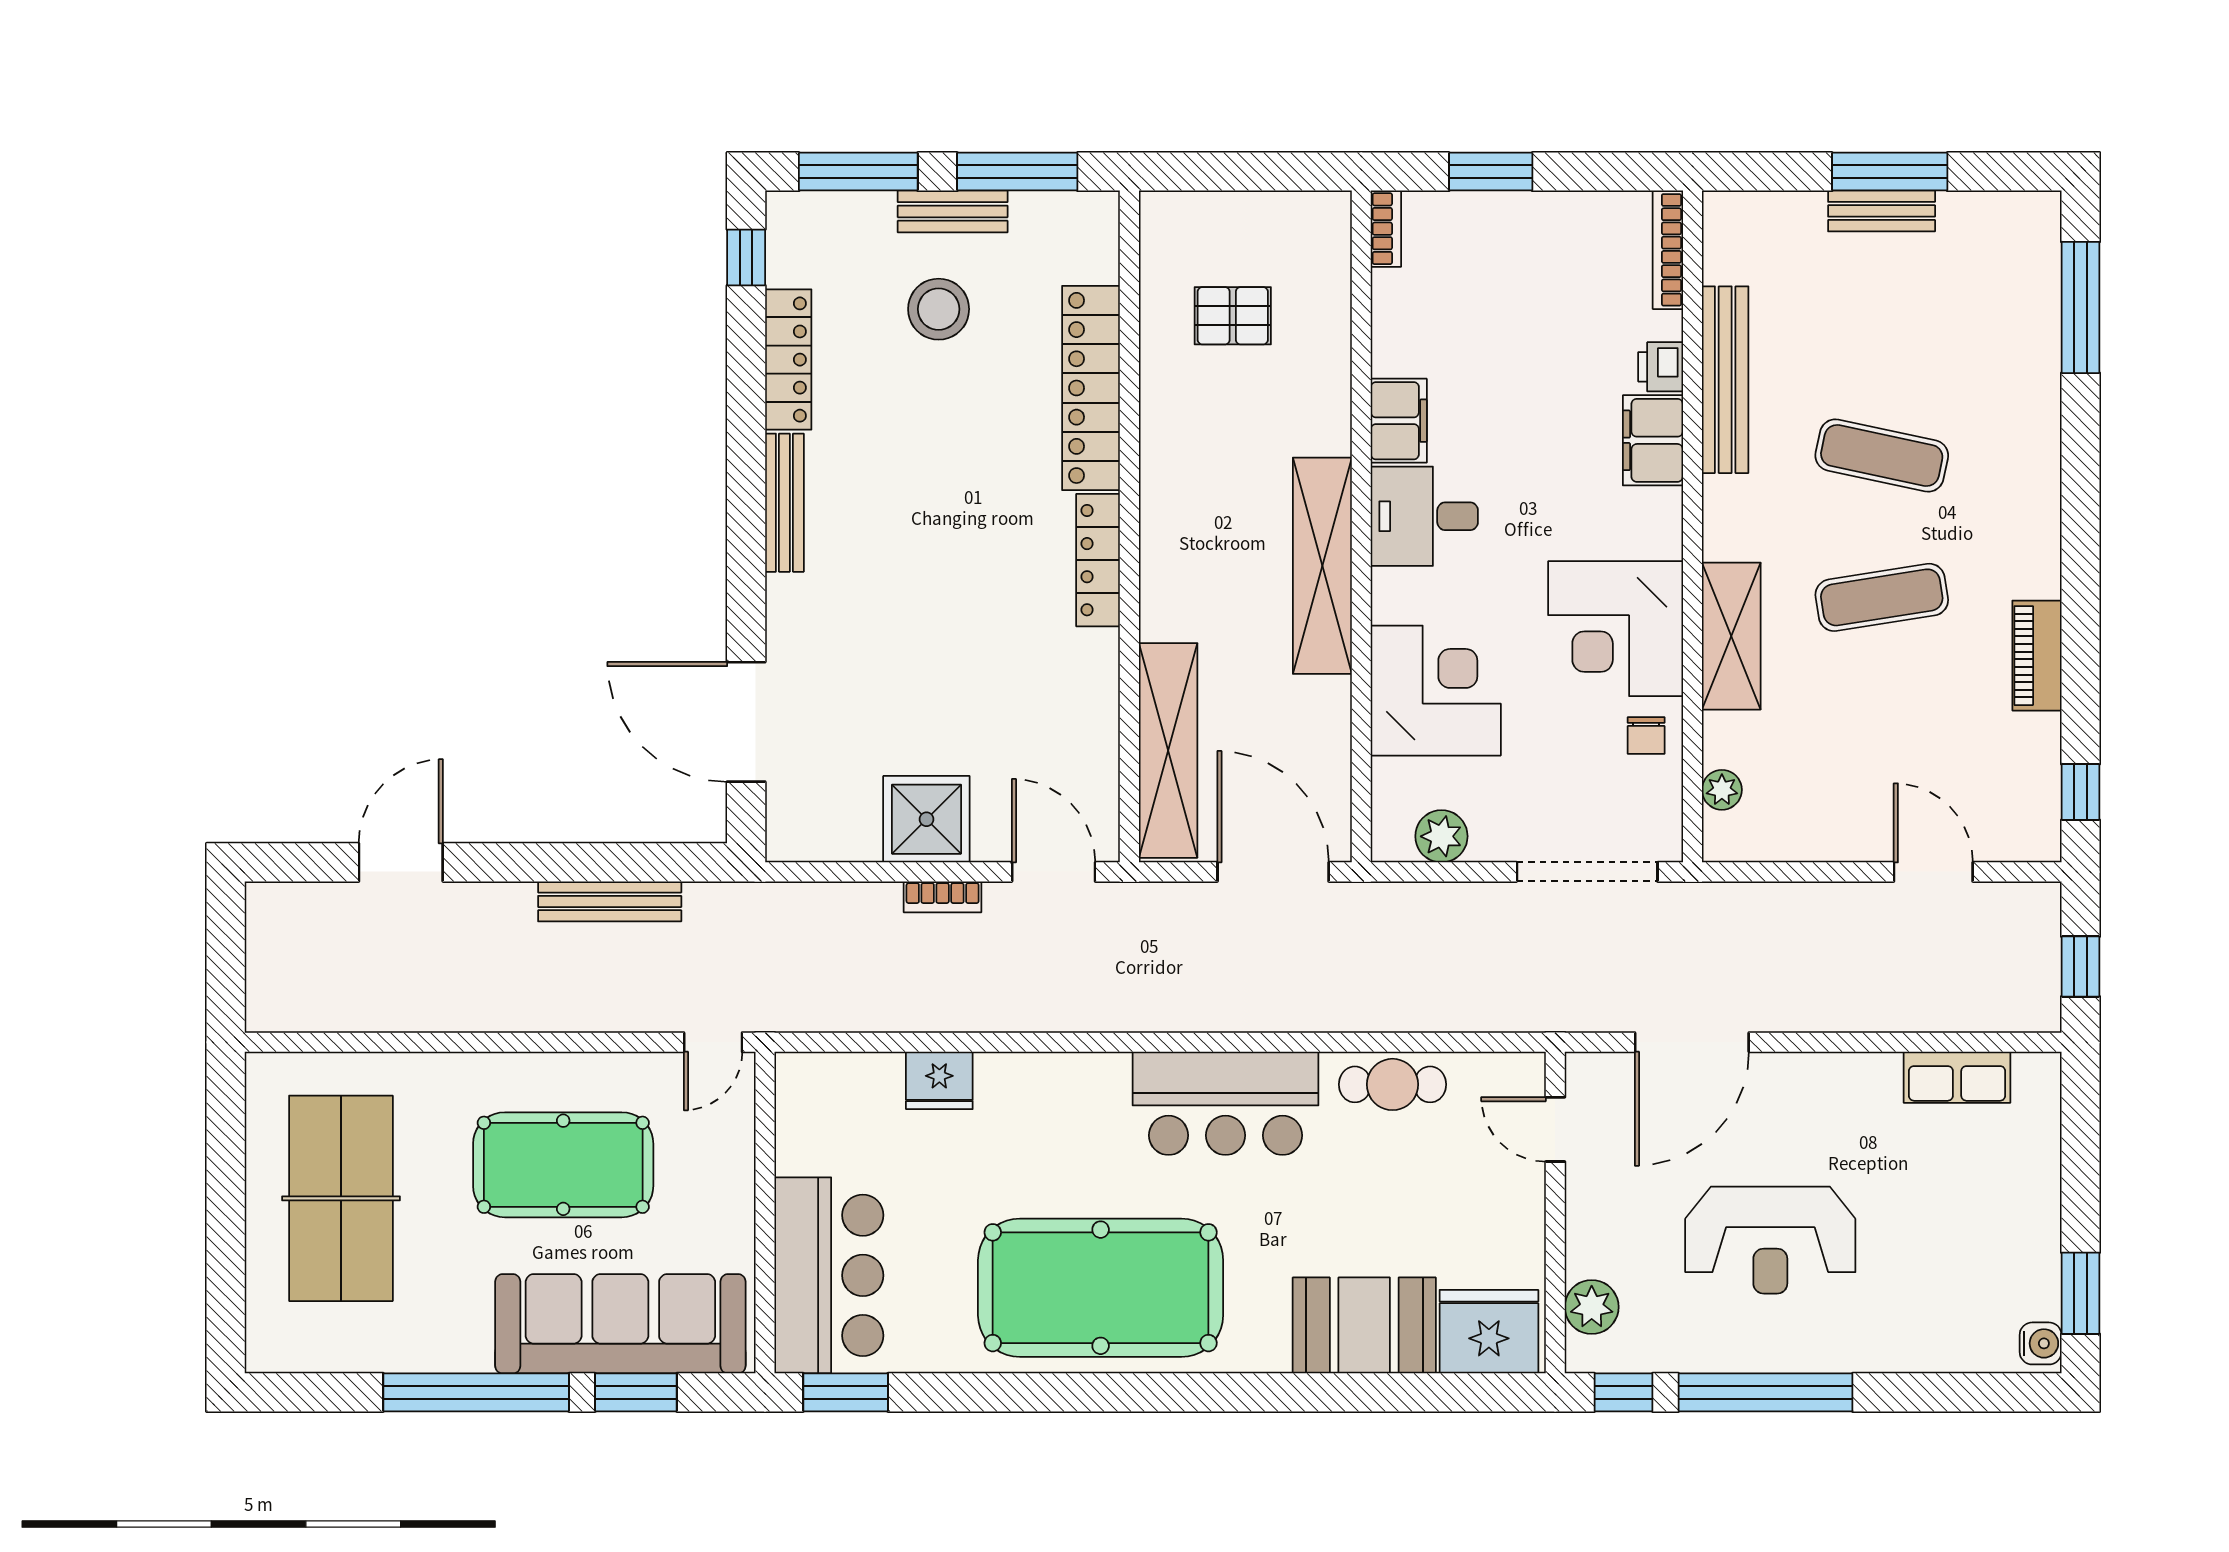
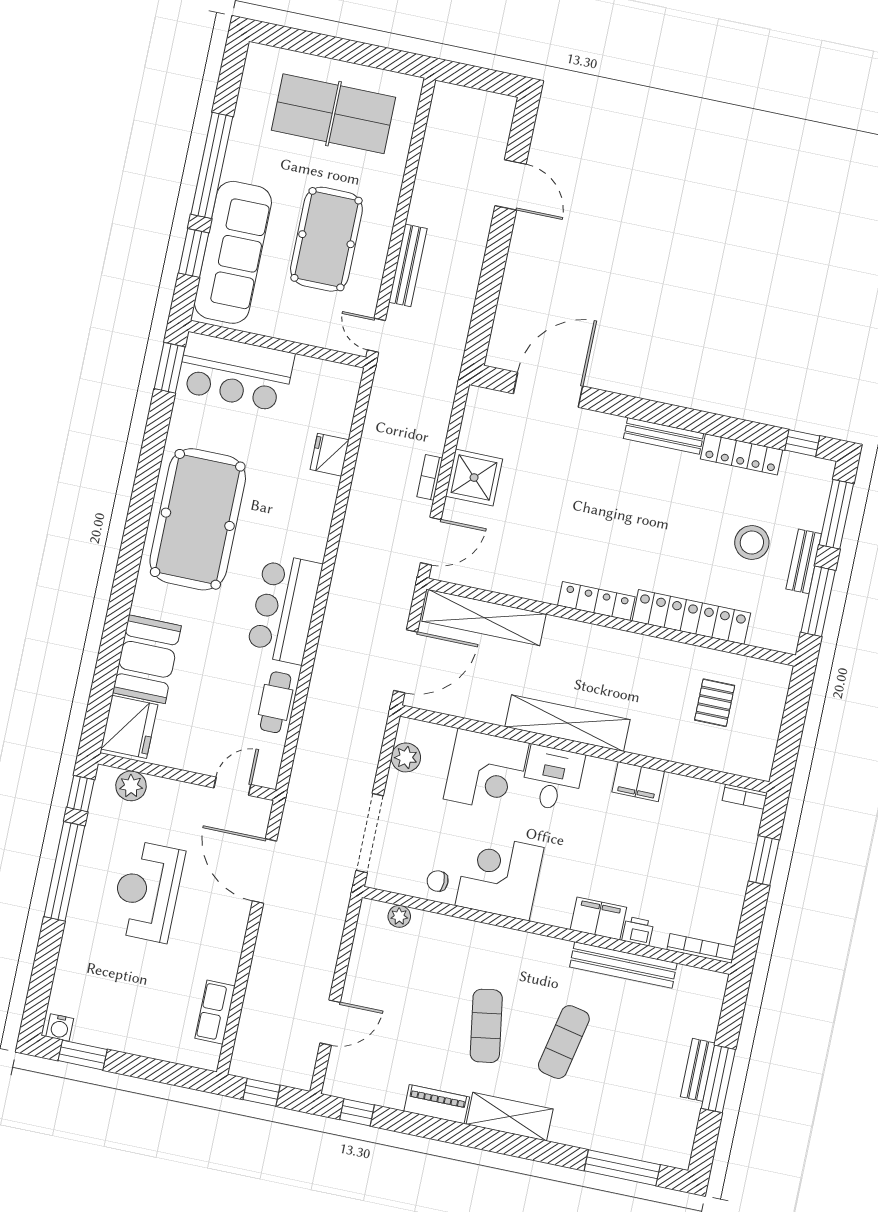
desk: (1424, 516) -> (552, 778), moved
shelving: (1731, 636) -> (510, 1117), moved
bench: (610, 901) -> (408, 265), moved

